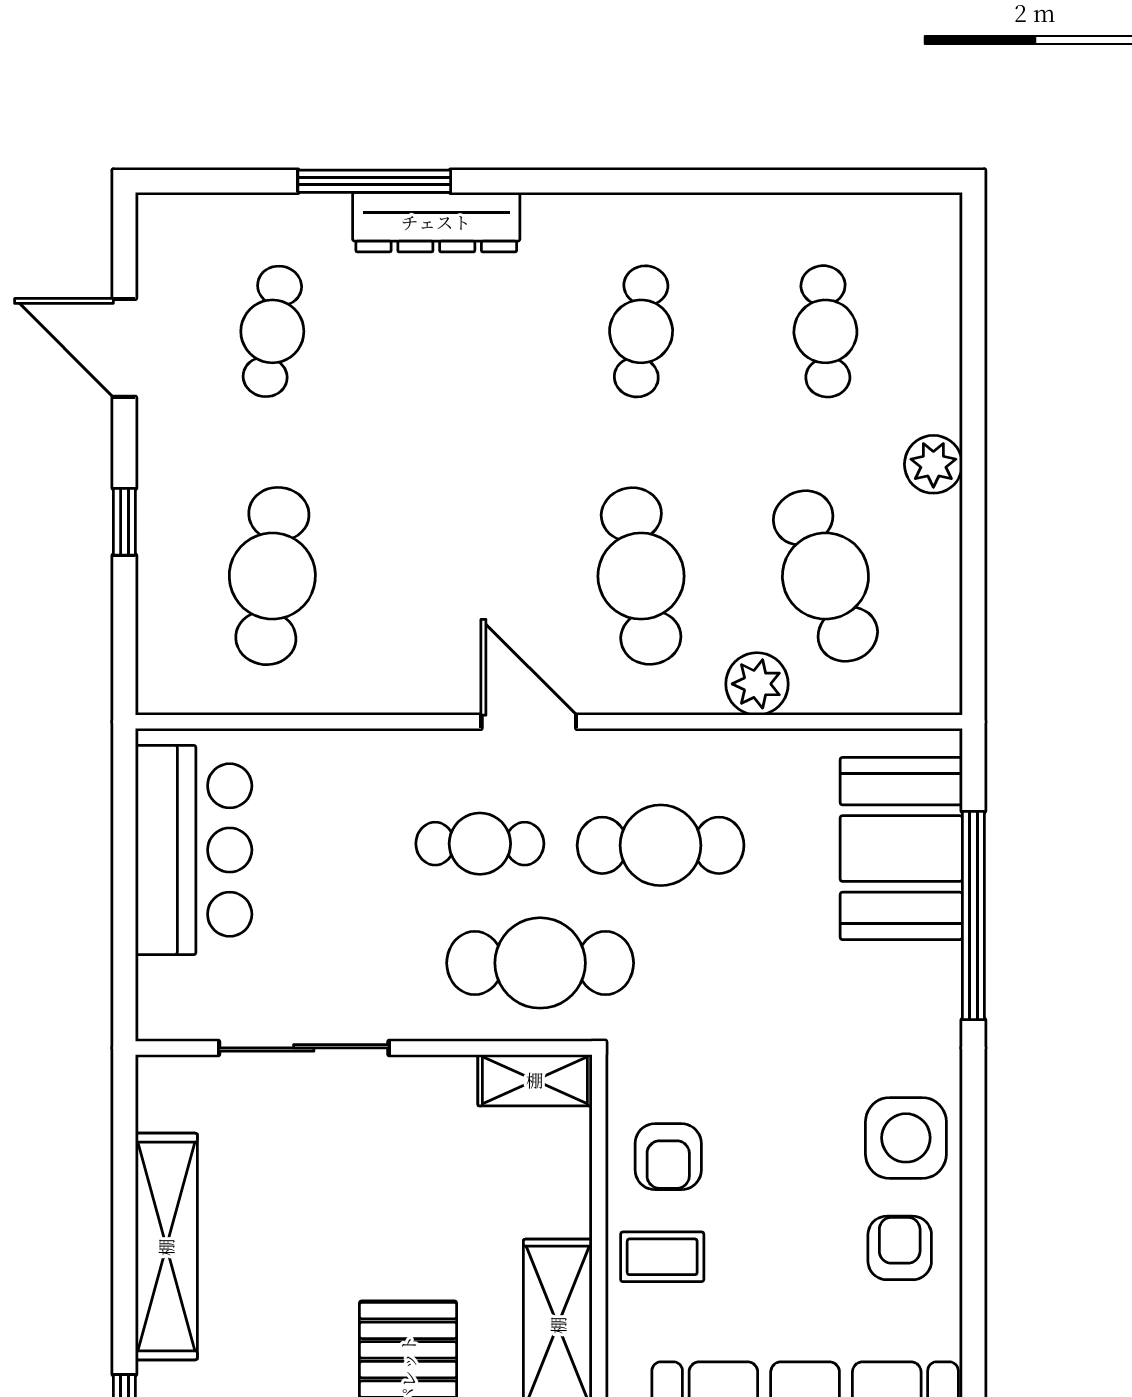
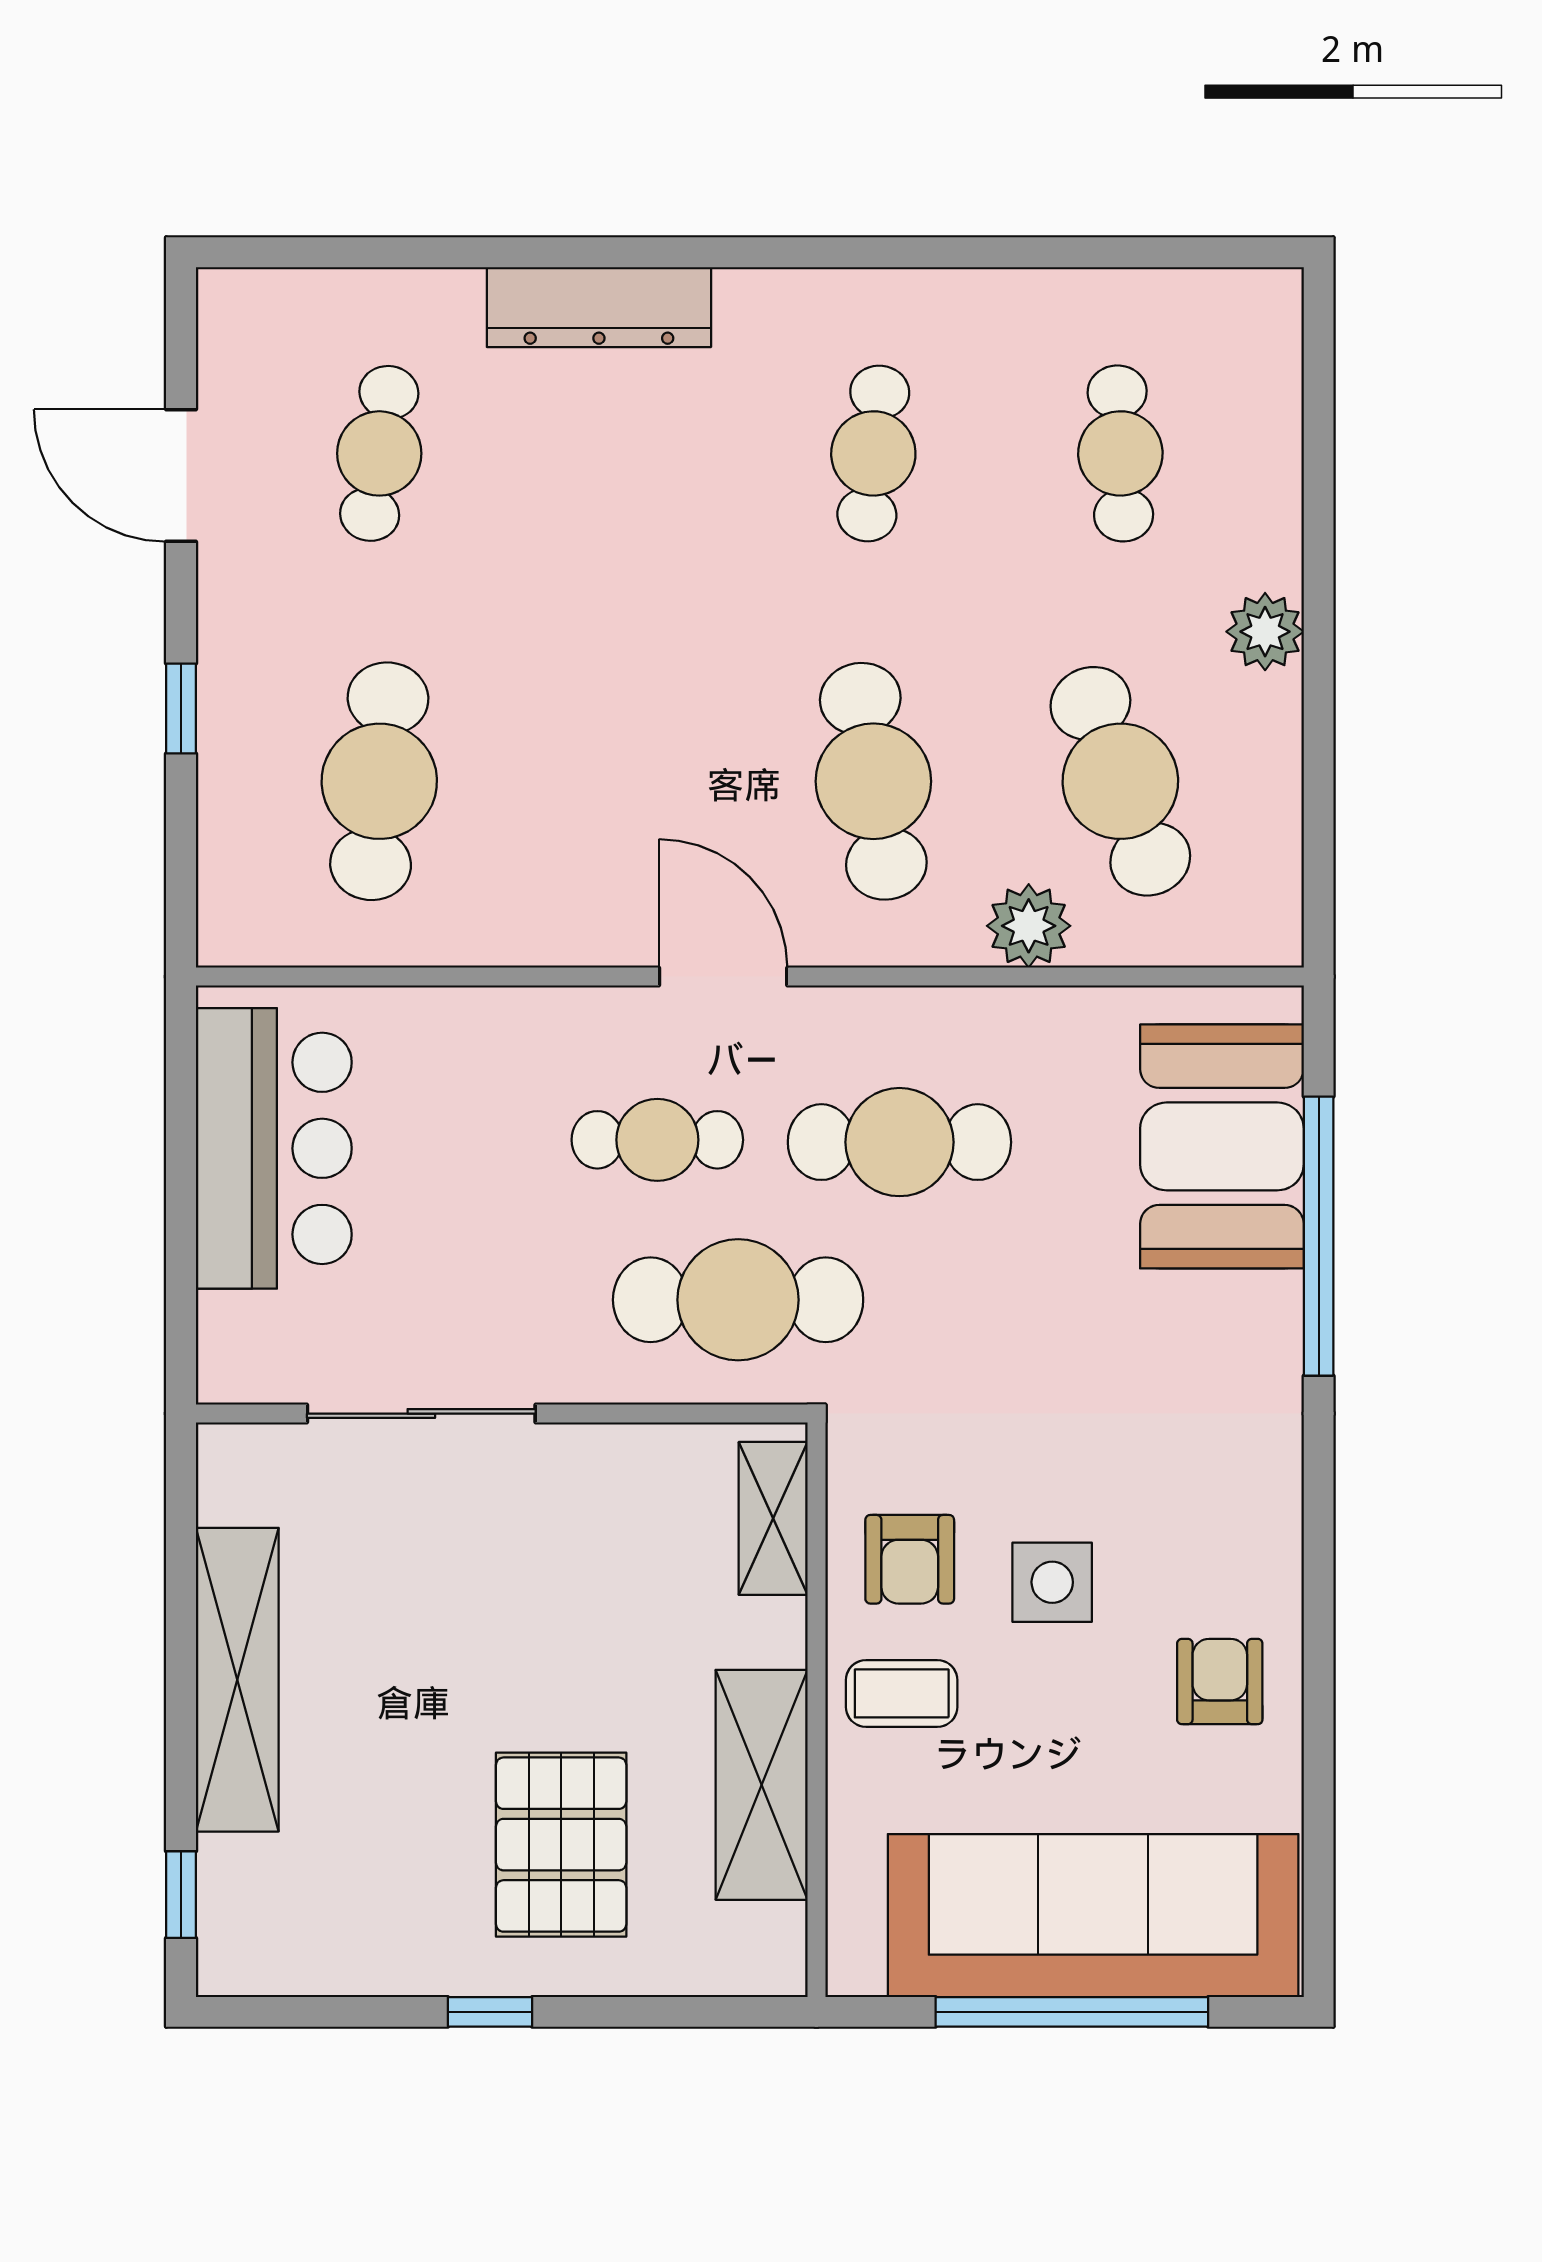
window: (374, 181) -> (516, 252), removed
shelving: (535, 1080) -> (773, 1518), moved, turned 90
side table: (906, 1138) -> (1052, 1582), moved, width x0.73, depth x0.73

